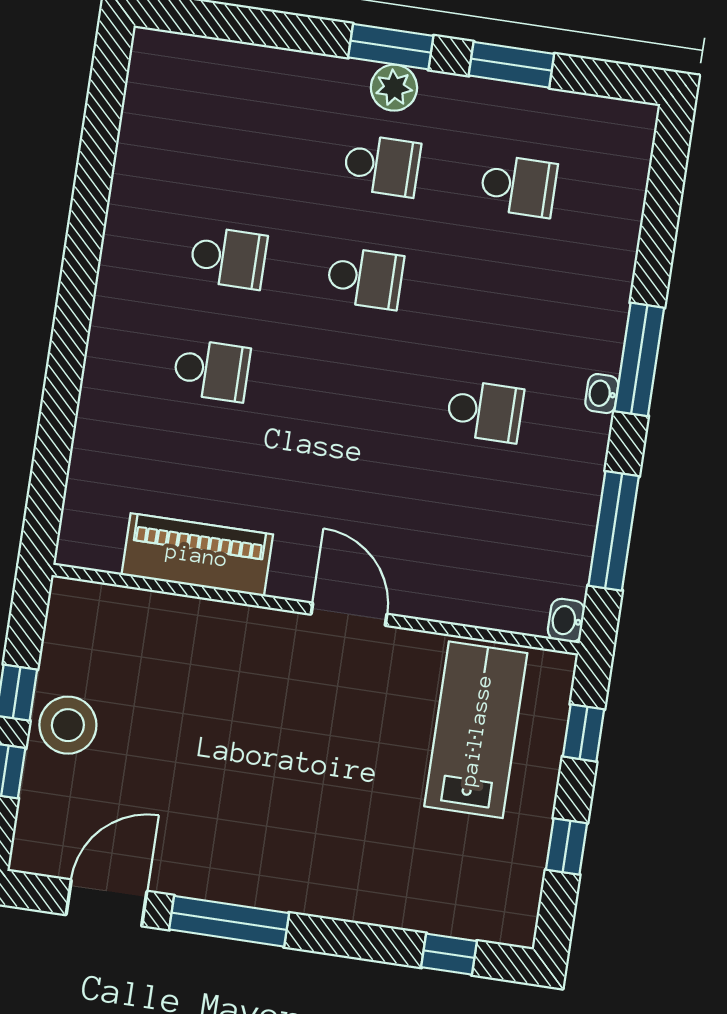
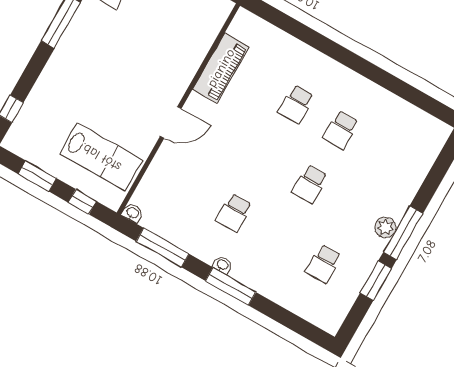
window: (391, 47) -> (403, 233), width x1.44
school desk: (382, 166) -> (354, 210), removed
window: (567, 846) -> (37, 176), width x1.50

